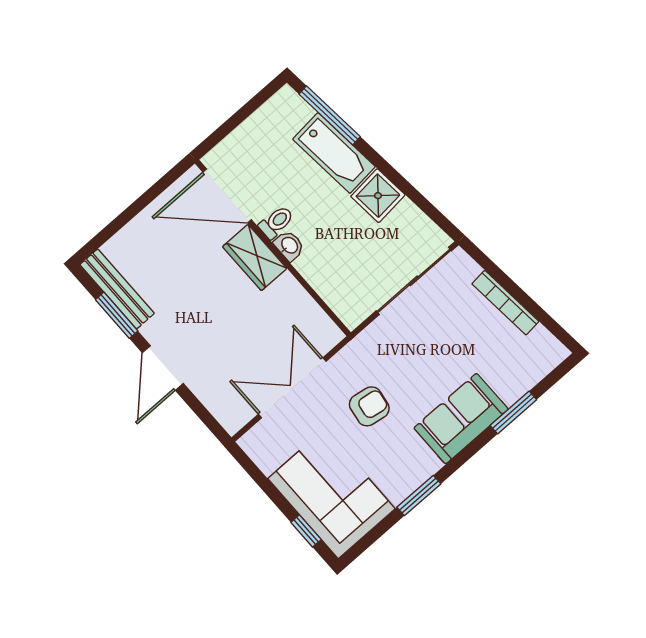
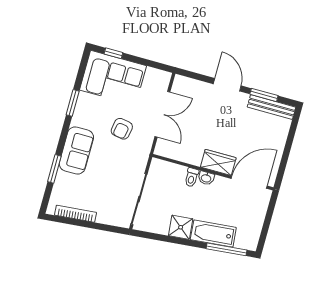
toilet: (276, 222) -> (192, 177), moved
bookcase: (505, 303) -> (76, 214), moved

